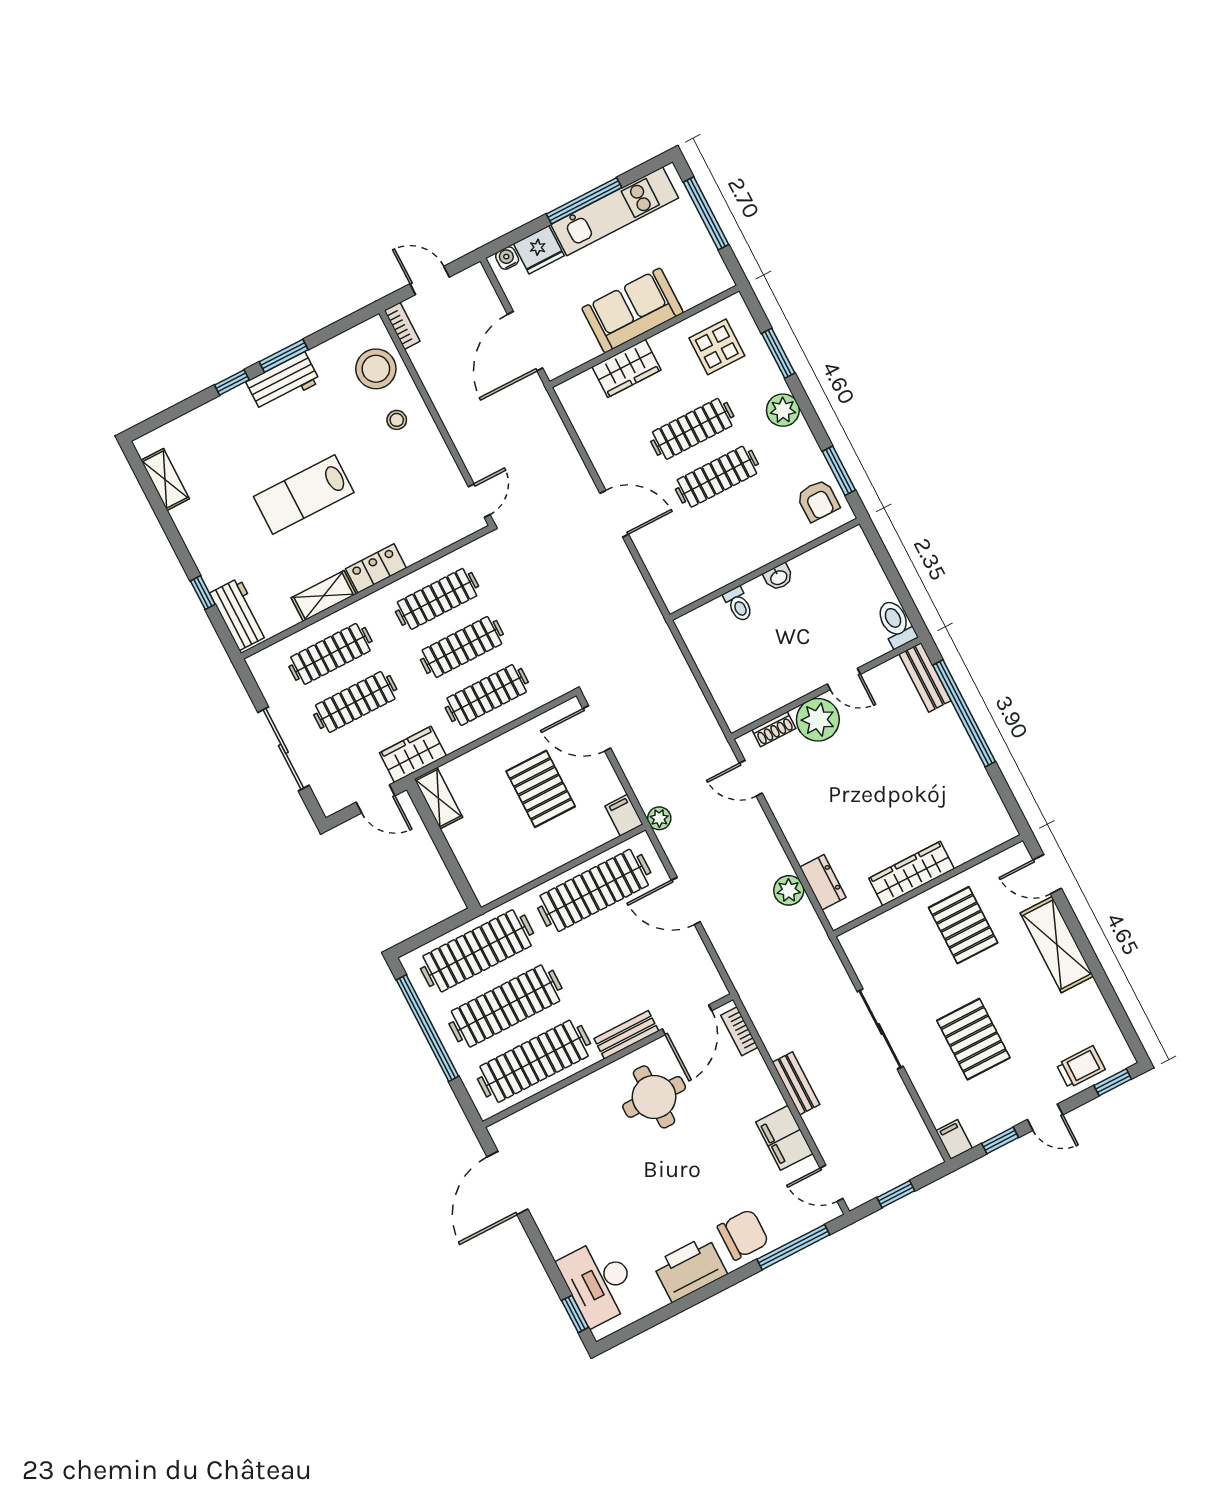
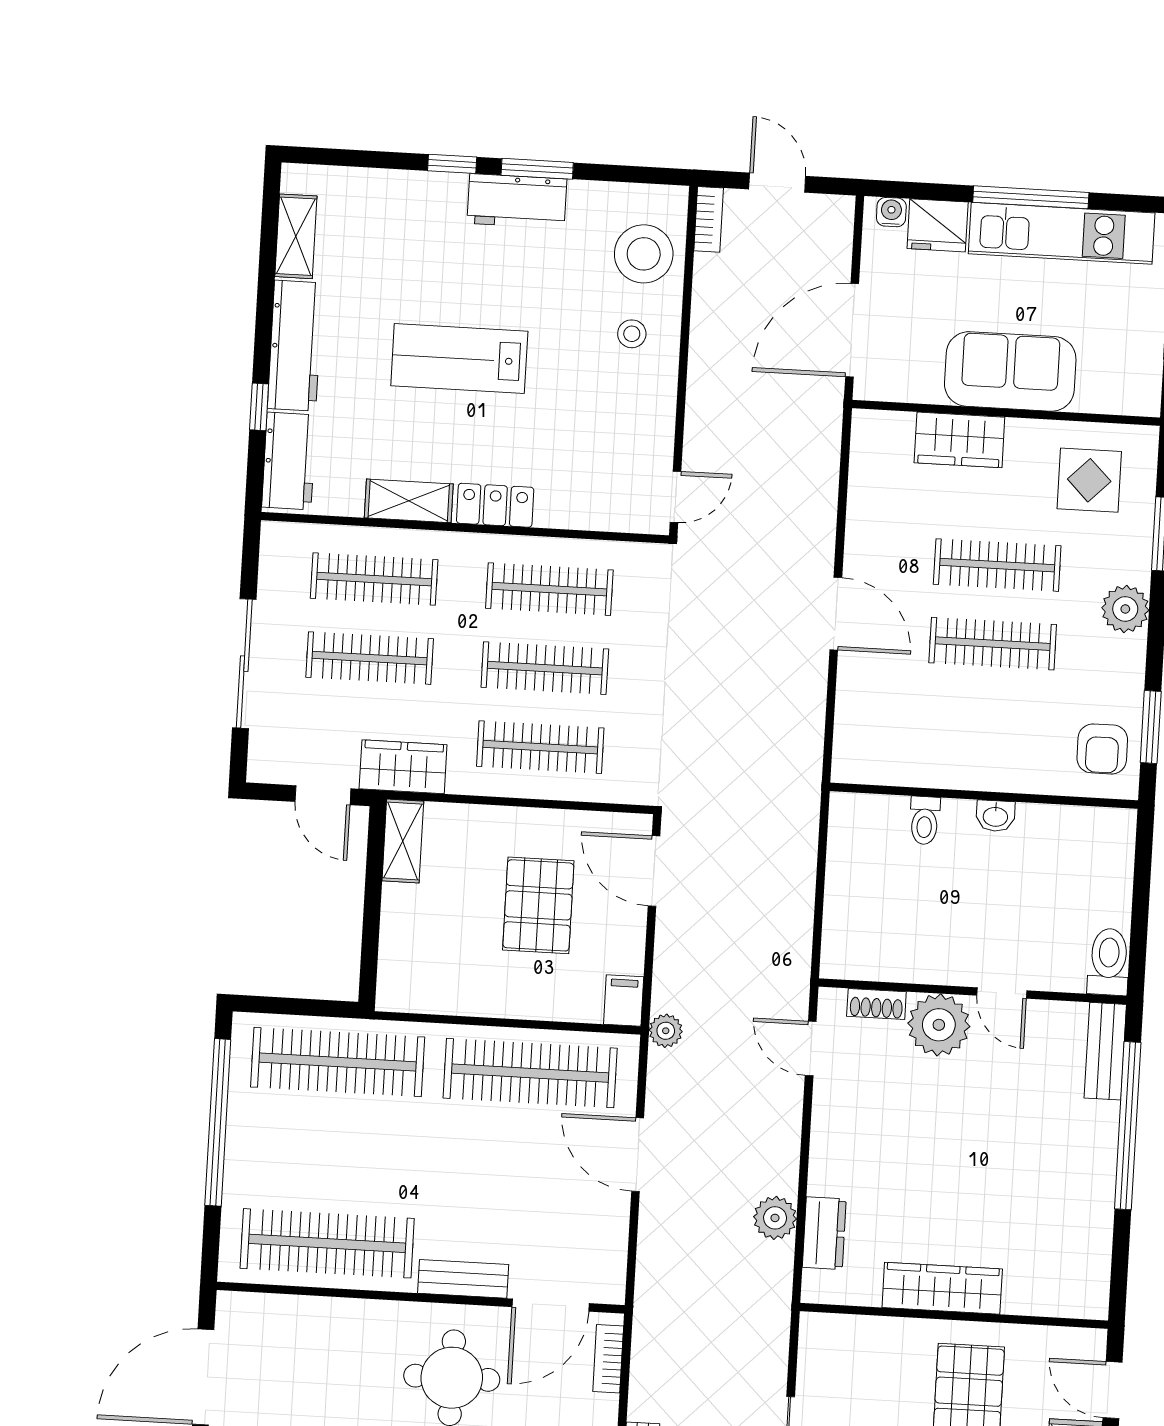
workbench: (203, 544) -> (295, 346), added
clothes rail: (506, 1006) -> (332, 1153), removed

